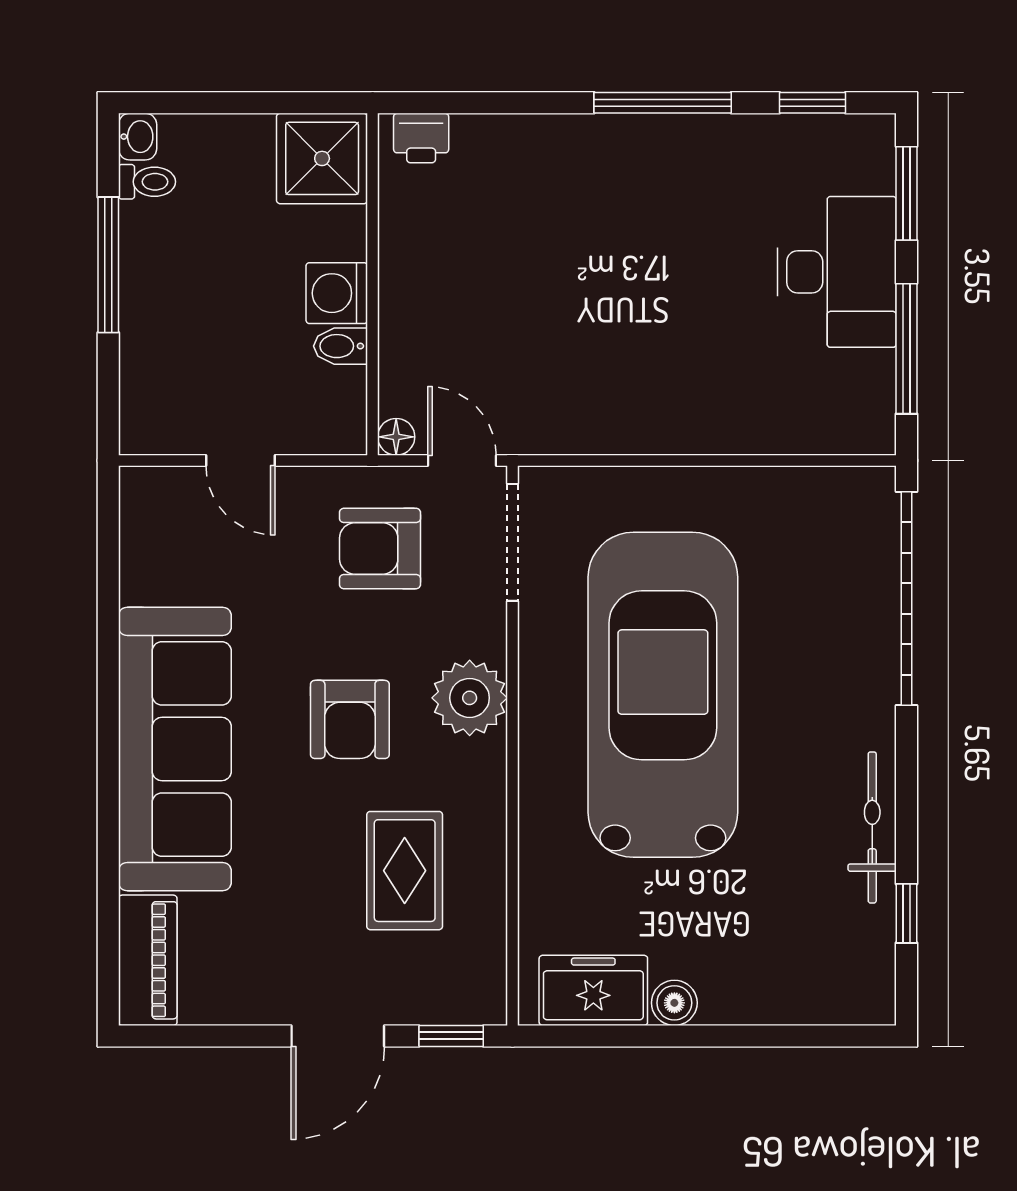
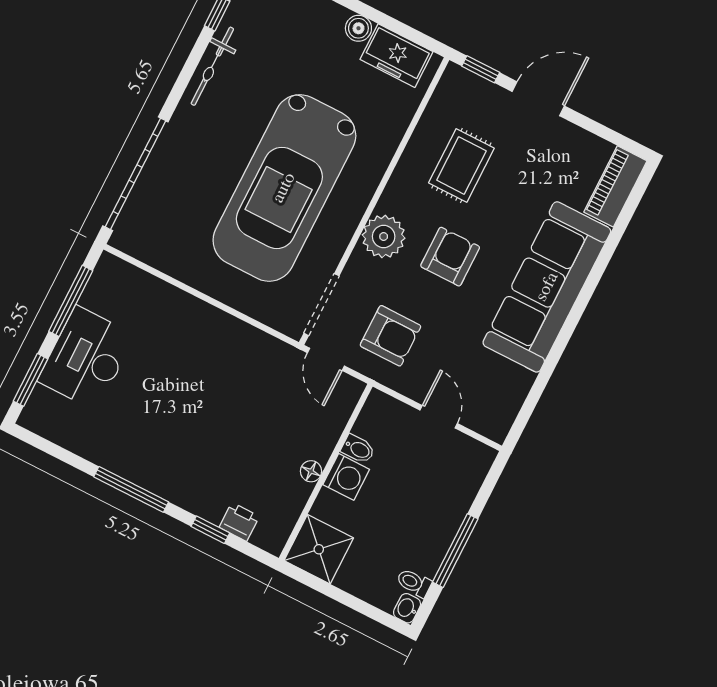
window: (812, 103) -> (210, 530), moved
printer: (421, 138) -> (239, 522), moved
floor lamp: (396, 437) -> (311, 471), moved

